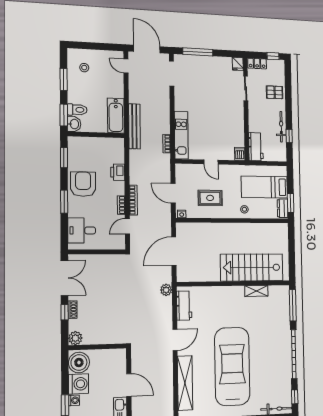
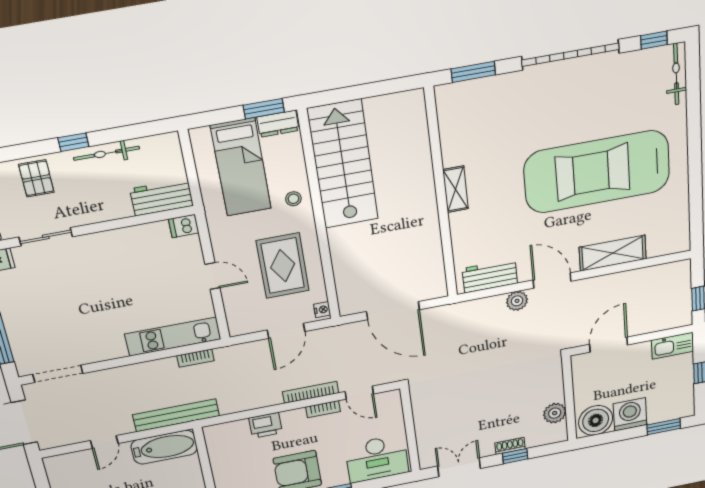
door: (126, 66) -> (104, 442), moved
window: (289, 136) -> (73, 142), moved
door: (211, 162) -> (212, 276), hinge flipped
rug: (210, 198) -> (283, 266), width x1.36, depth x1.43
desk: (82, 230) -> (377, 459), width x1.37
stairs: (252, 267) -> (343, 164), moved, turned 180
double door: (64, 278) -> (459, 467), width x0.73
plant: (166, 290) -> (517, 301), moved
shelving: (256, 291) -> (455, 189), moved
window: (293, 305) -> (473, 72), width x0.69
plant: (75, 338) -> (555, 413), moved
shelving: (185, 383) -> (613, 253), width x0.68
door: (129, 385) -> (609, 345), moved
washing machine: (74, 400) -> (656, 416), removed

